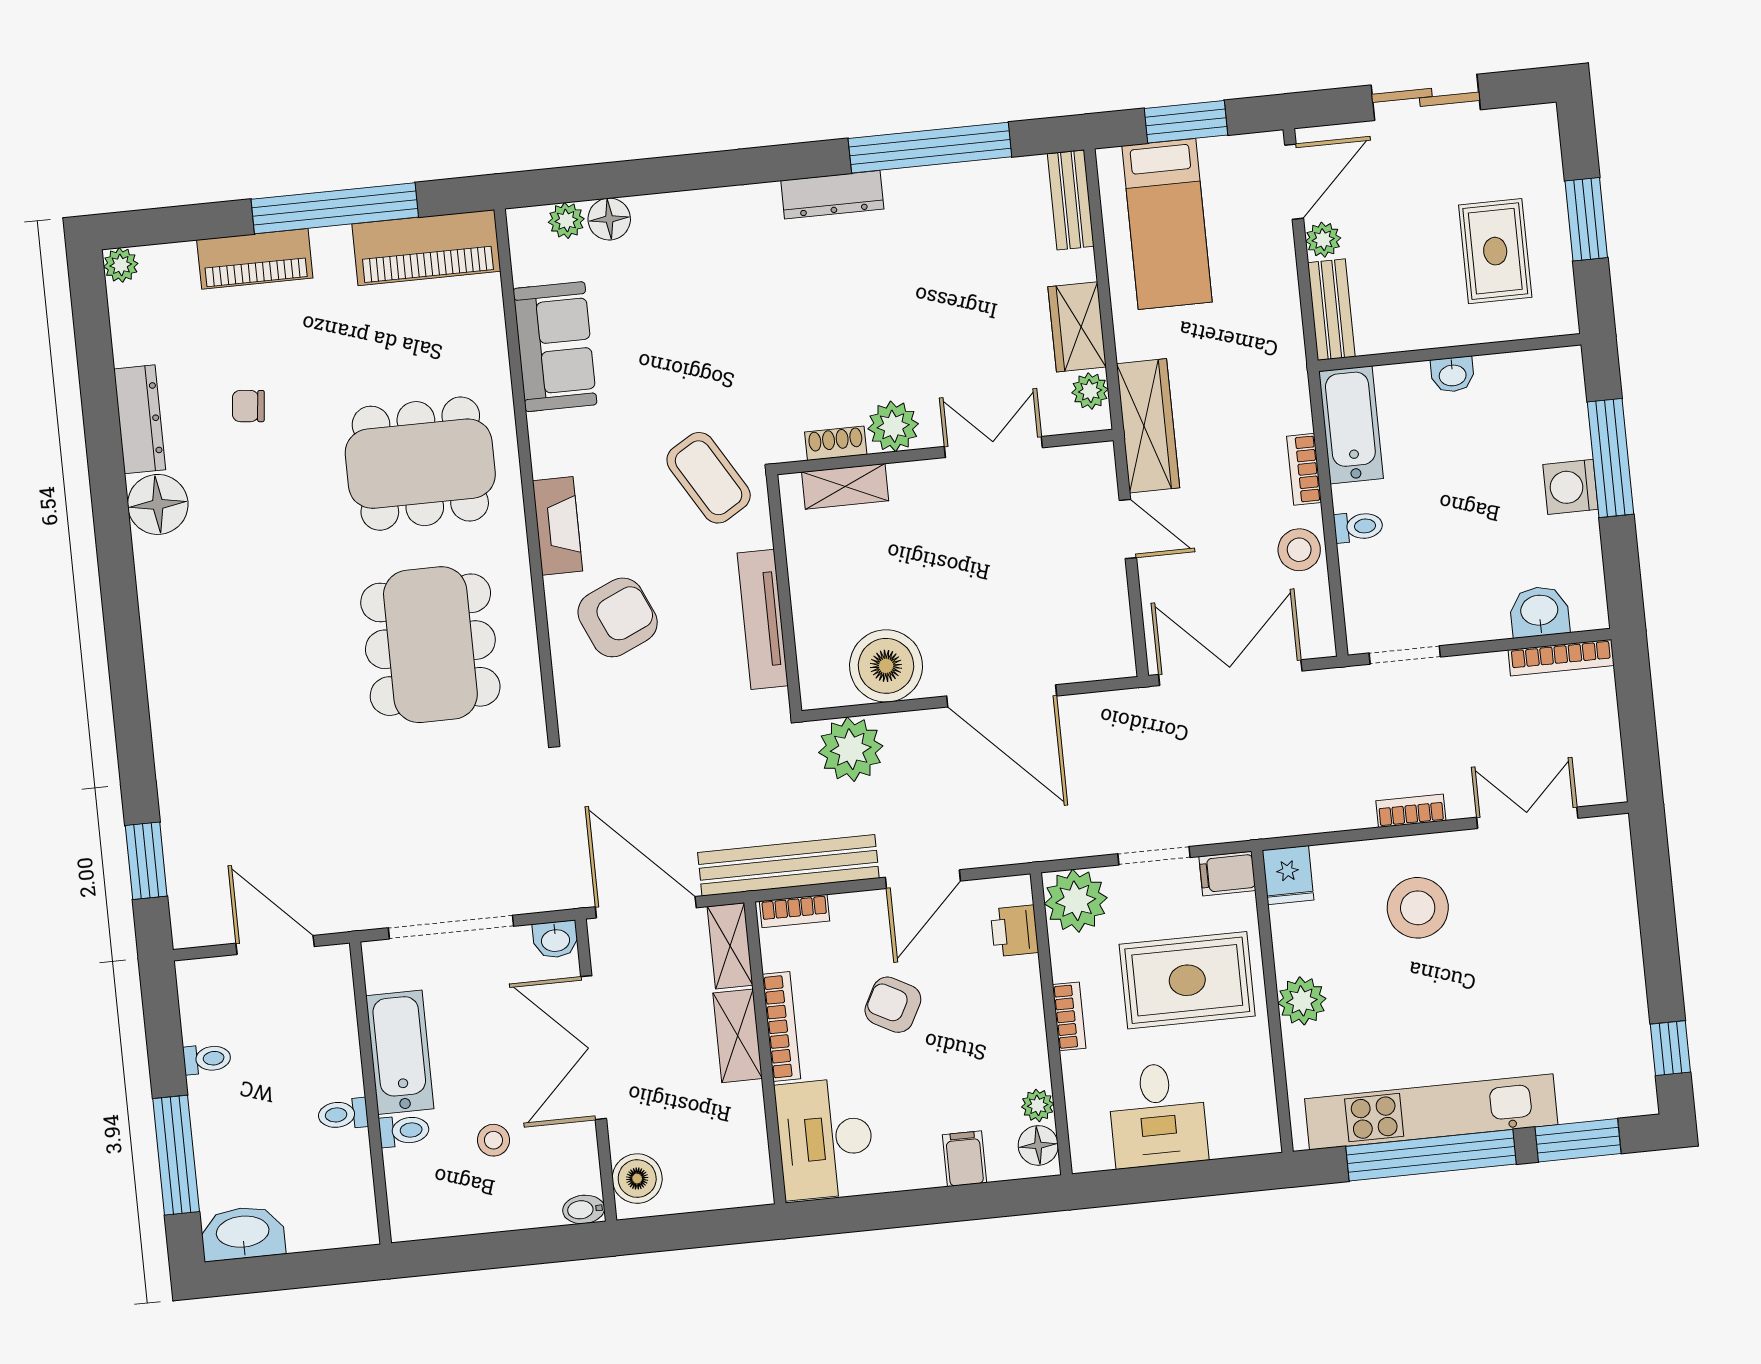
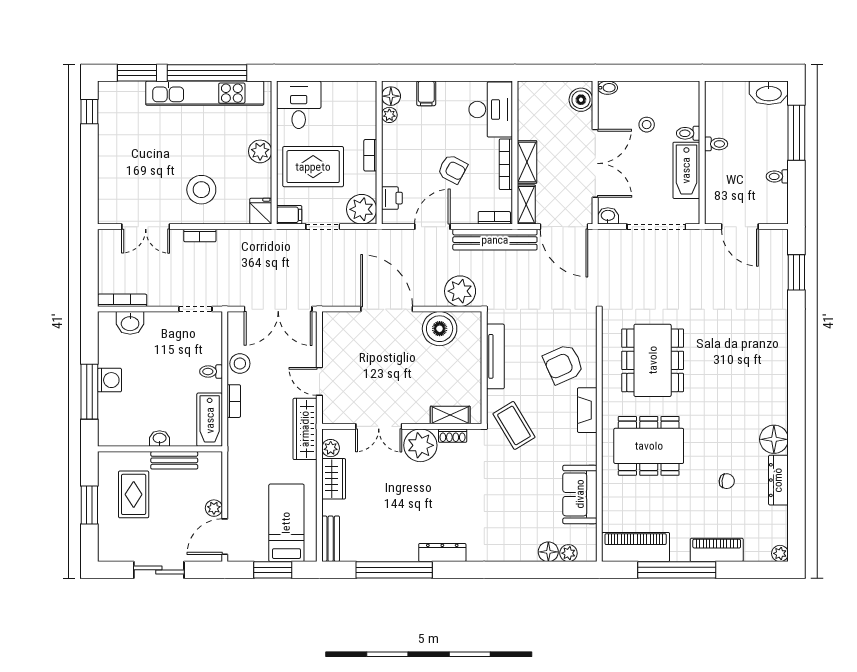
bench: (1331, 310) -> (174, 460), moved, turned 90
plant: (893, 426) -> (420, 445), width x1.36, depth x1.36
desk: (1158, 1115) -> (299, 105), moved

